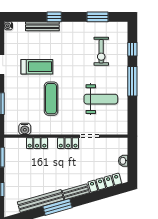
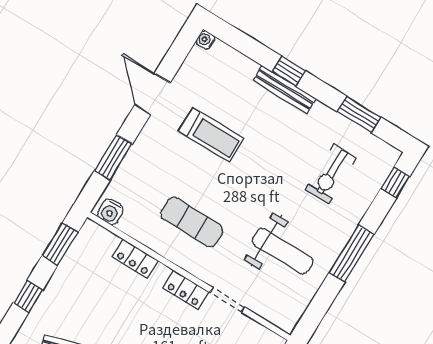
bench: (42, 26) -> (284, 89), moved
window: (132, 49) -> (395, 183), moved
exercise mat: (51, 99) -> (192, 222), moved, turned 90
water cooler: (25, 129) -> (111, 212), moved

